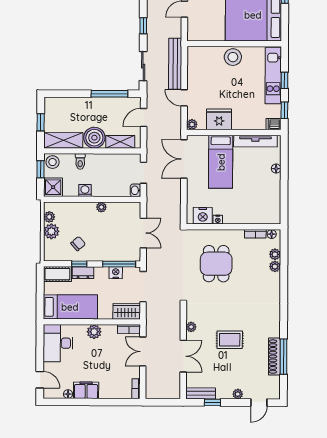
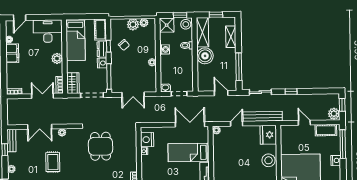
fridge: (219, 119) -> (268, 135), moved, turned 180
shelving: (120, 142) -> (231, 37), moved
dining table: (216, 264) -> (101, 146), moved, turned 90
nightstand: (116, 273) -> (102, 63), moved

